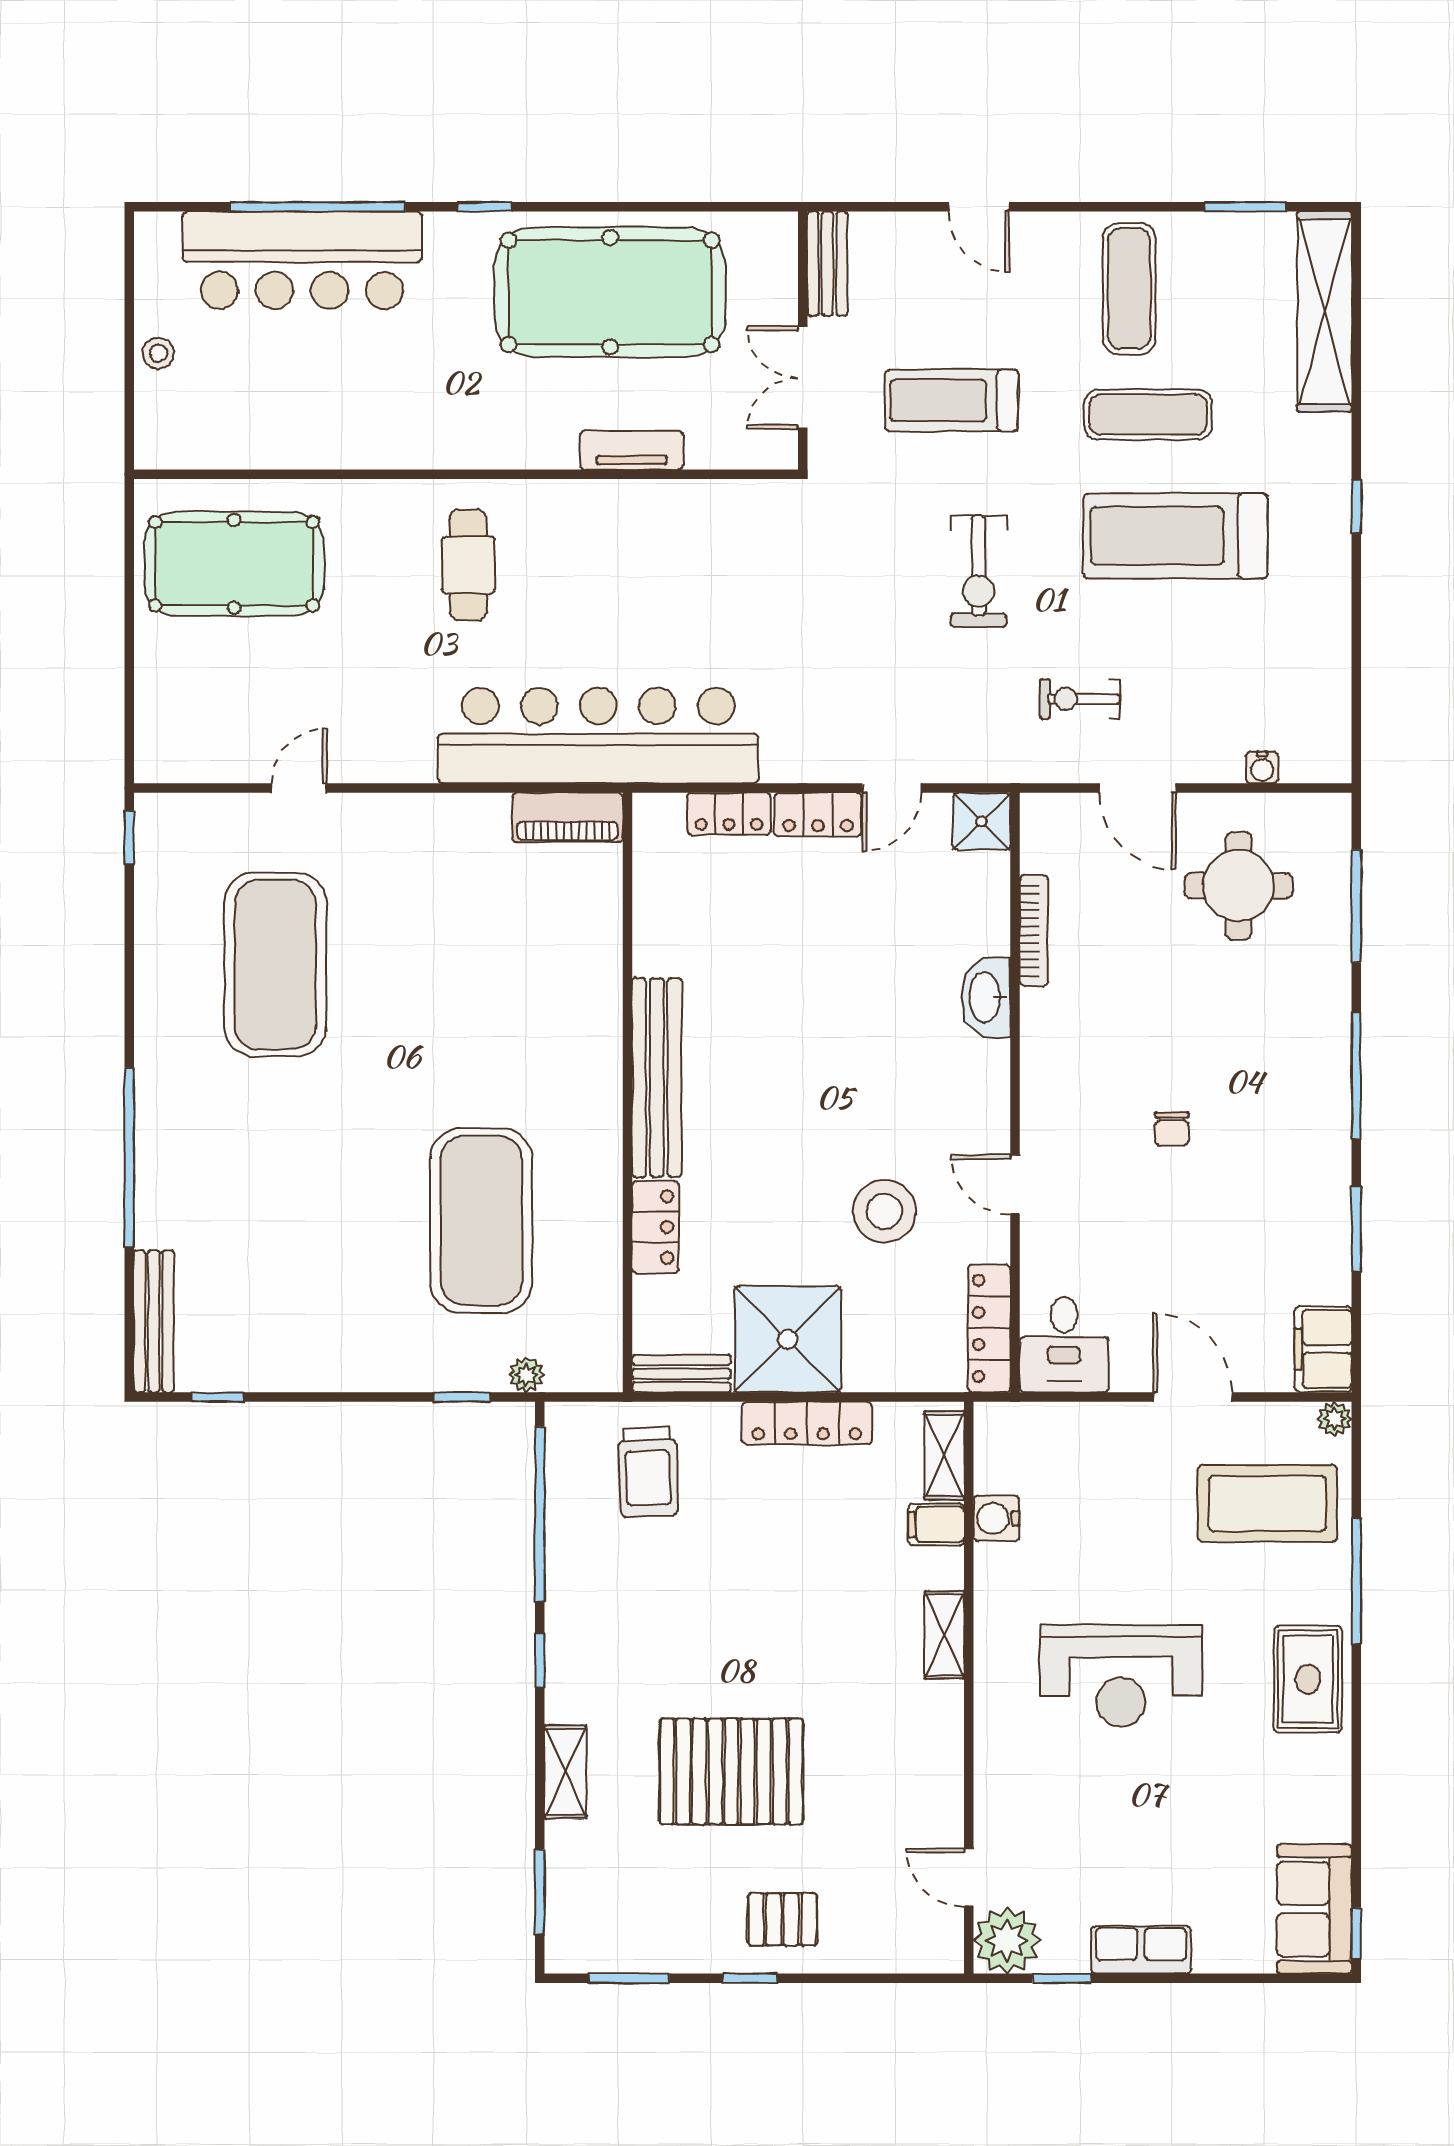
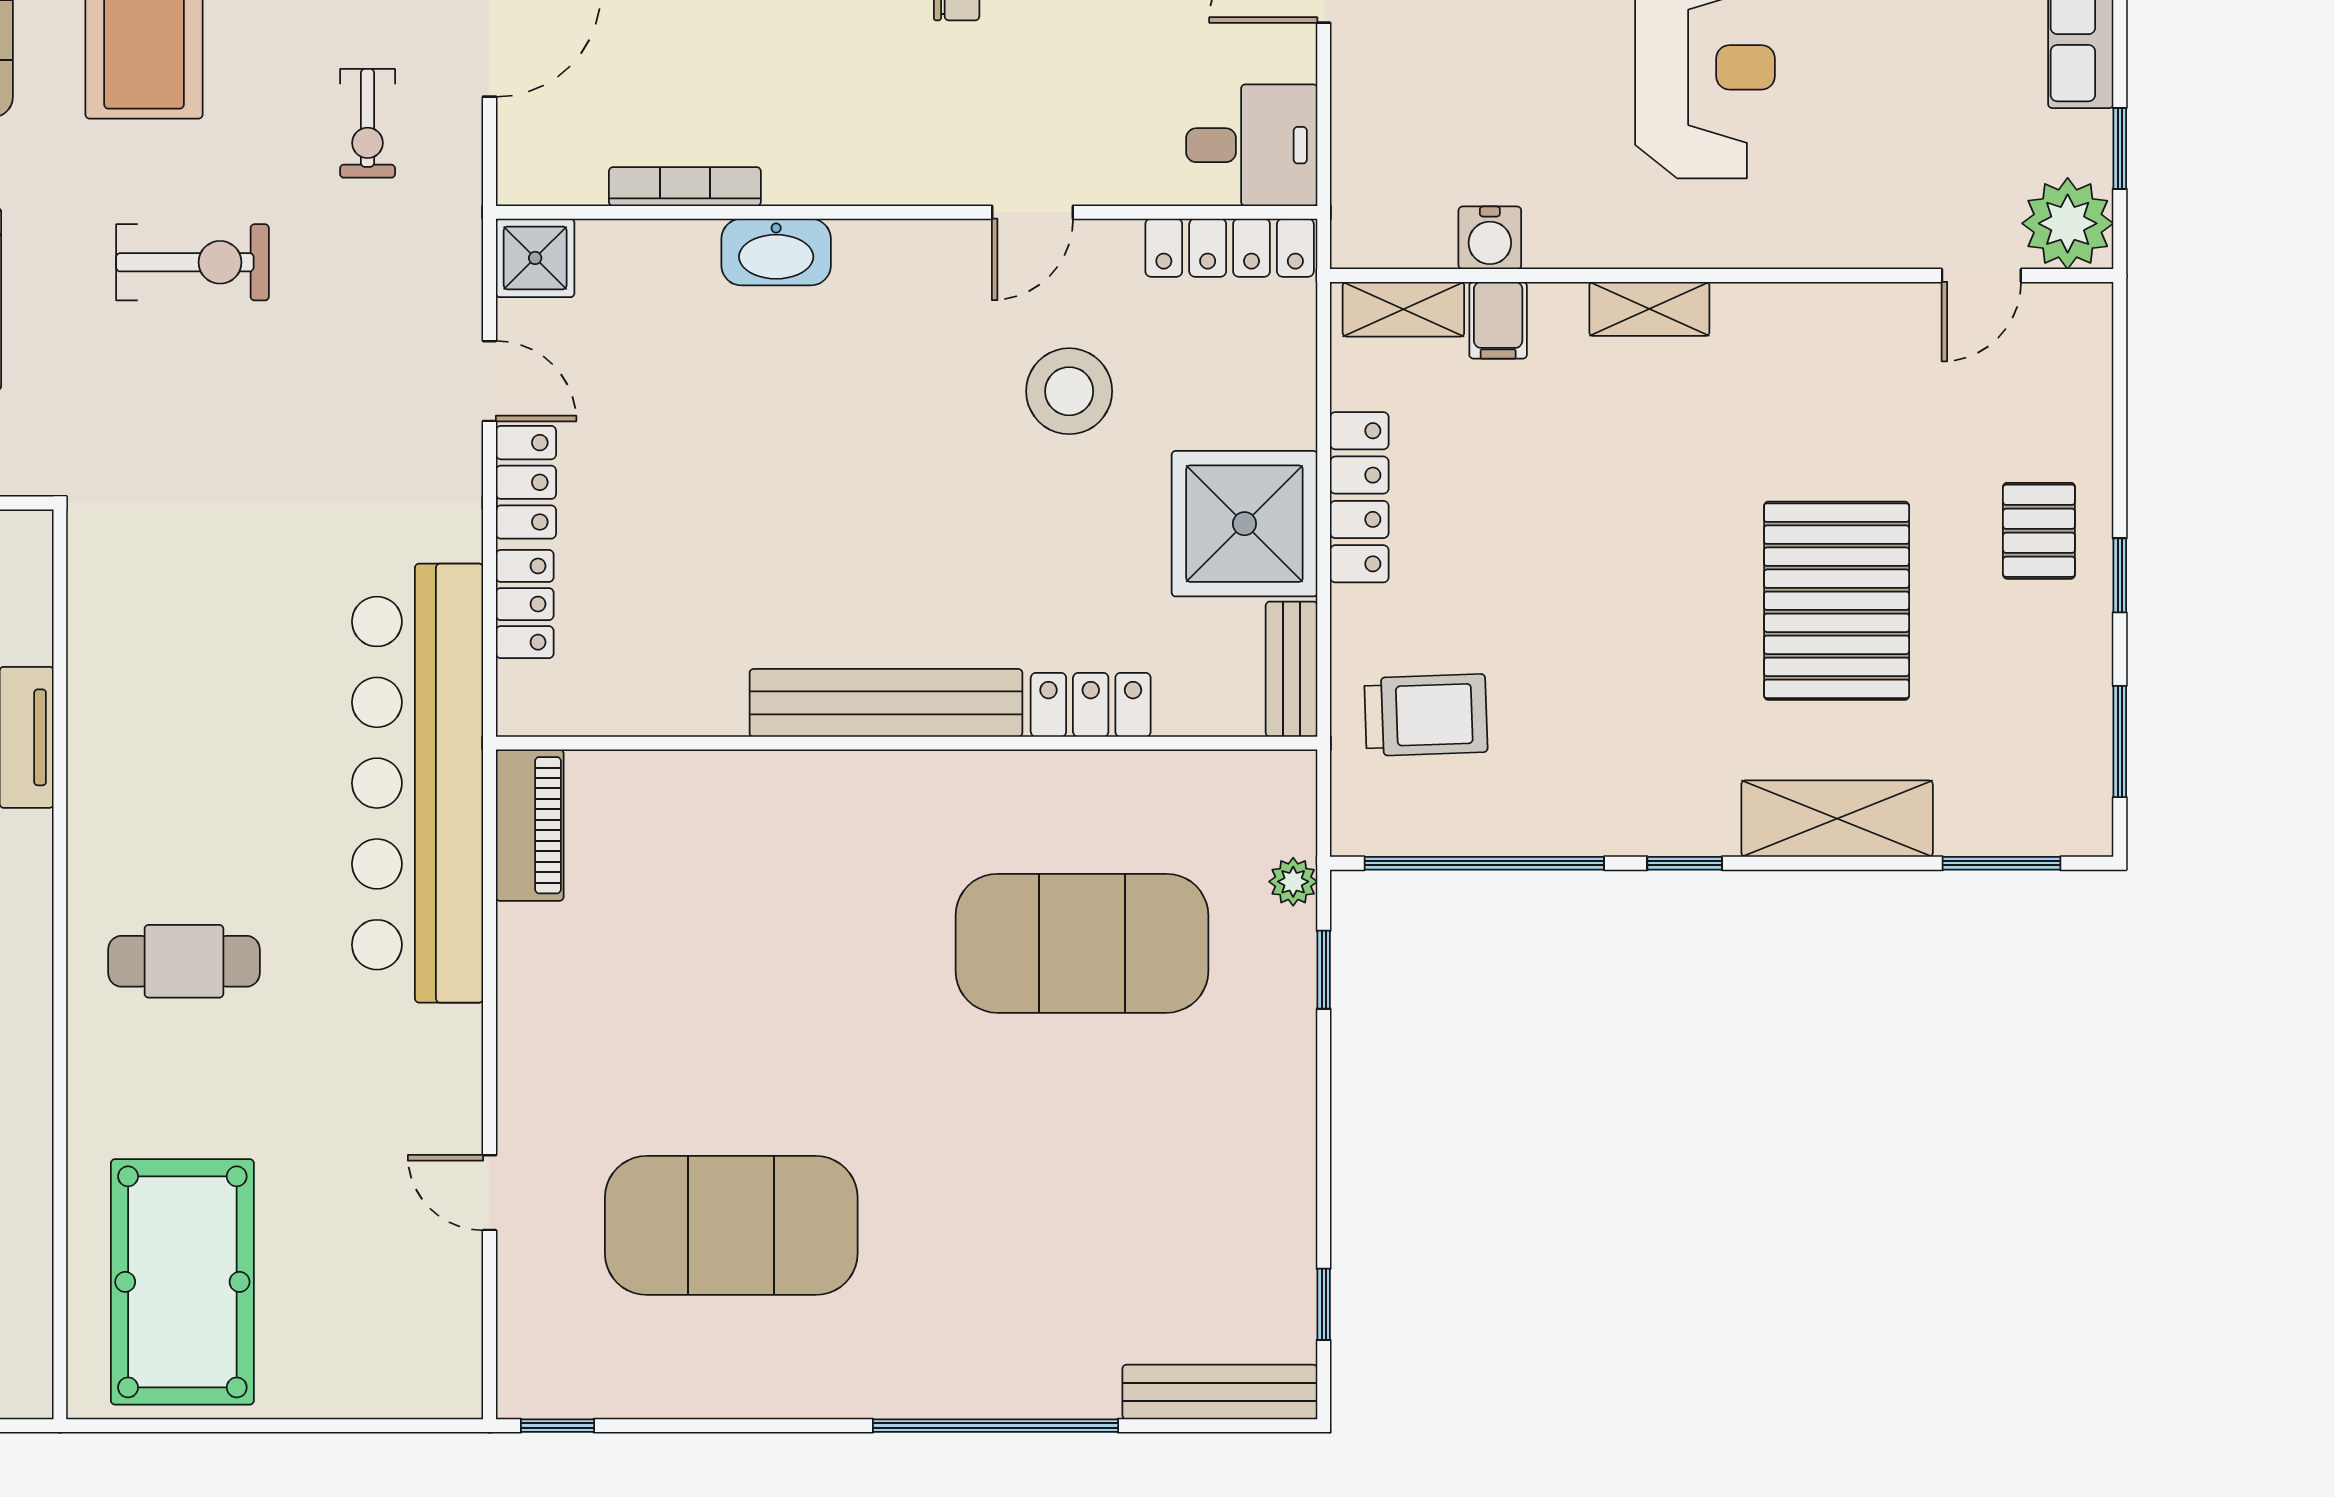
shelving: (565, 1772) -> (1837, 819), width x1.50, depth x1.33

